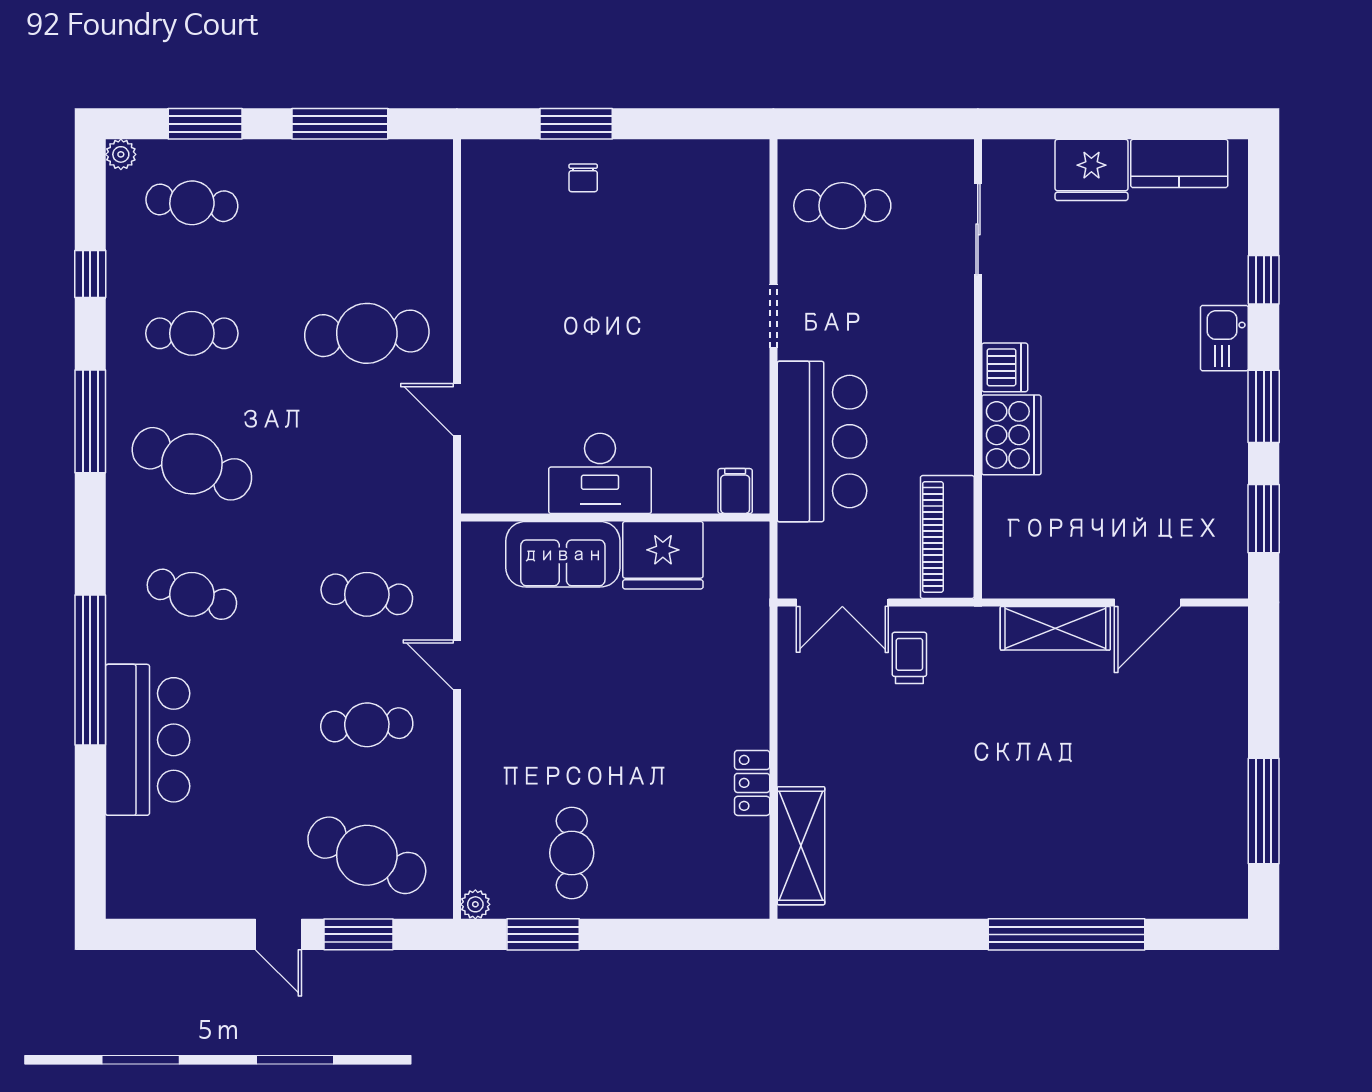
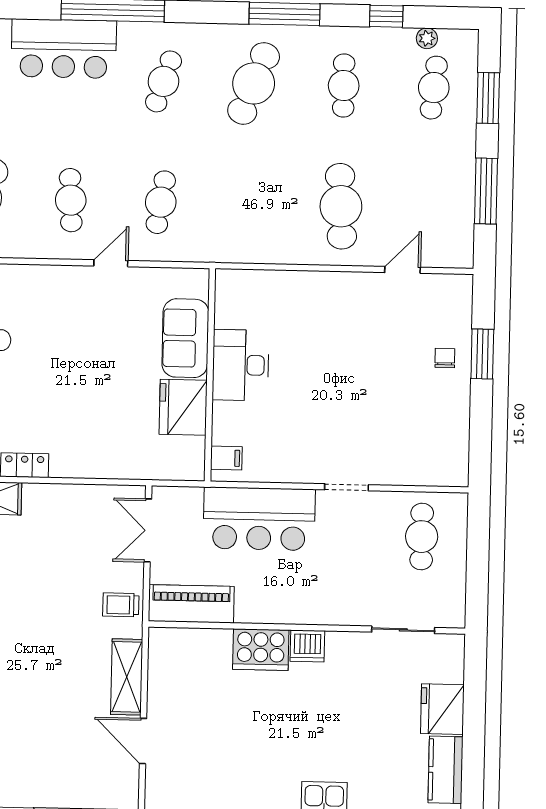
plant: (121, 154) -> (427, 38), moved
chair: (583, 178) -> (445, 358), turned 90
door: (457, 410) -> (403, 270), moved
trolley: (909, 658) -> (121, 605), moved, turned 180

